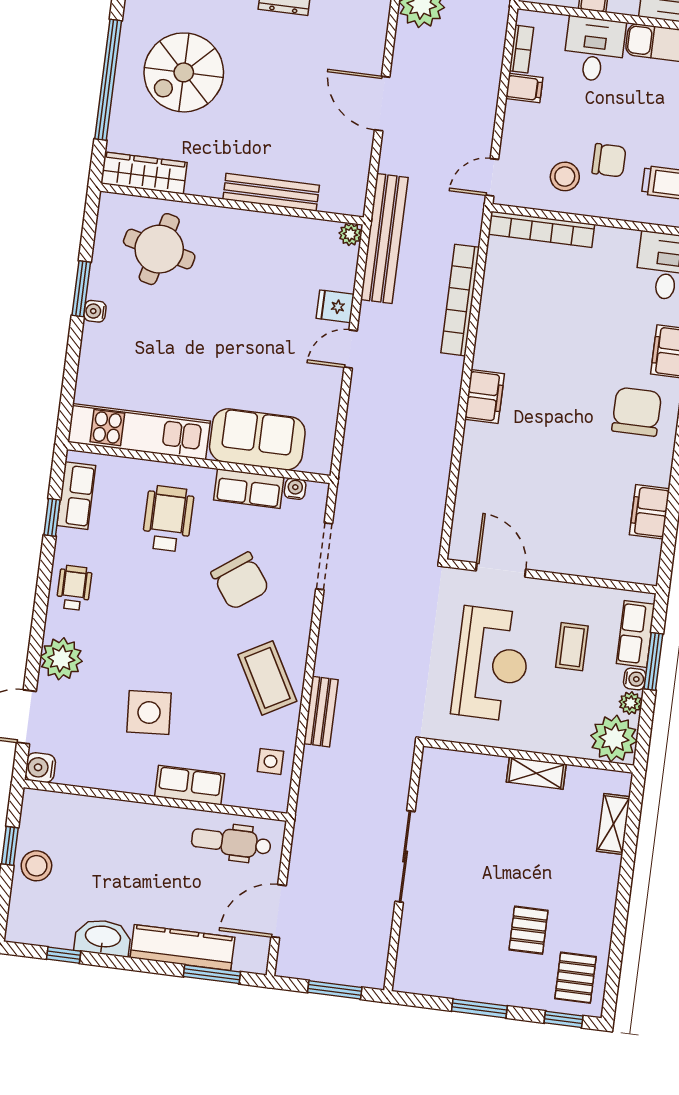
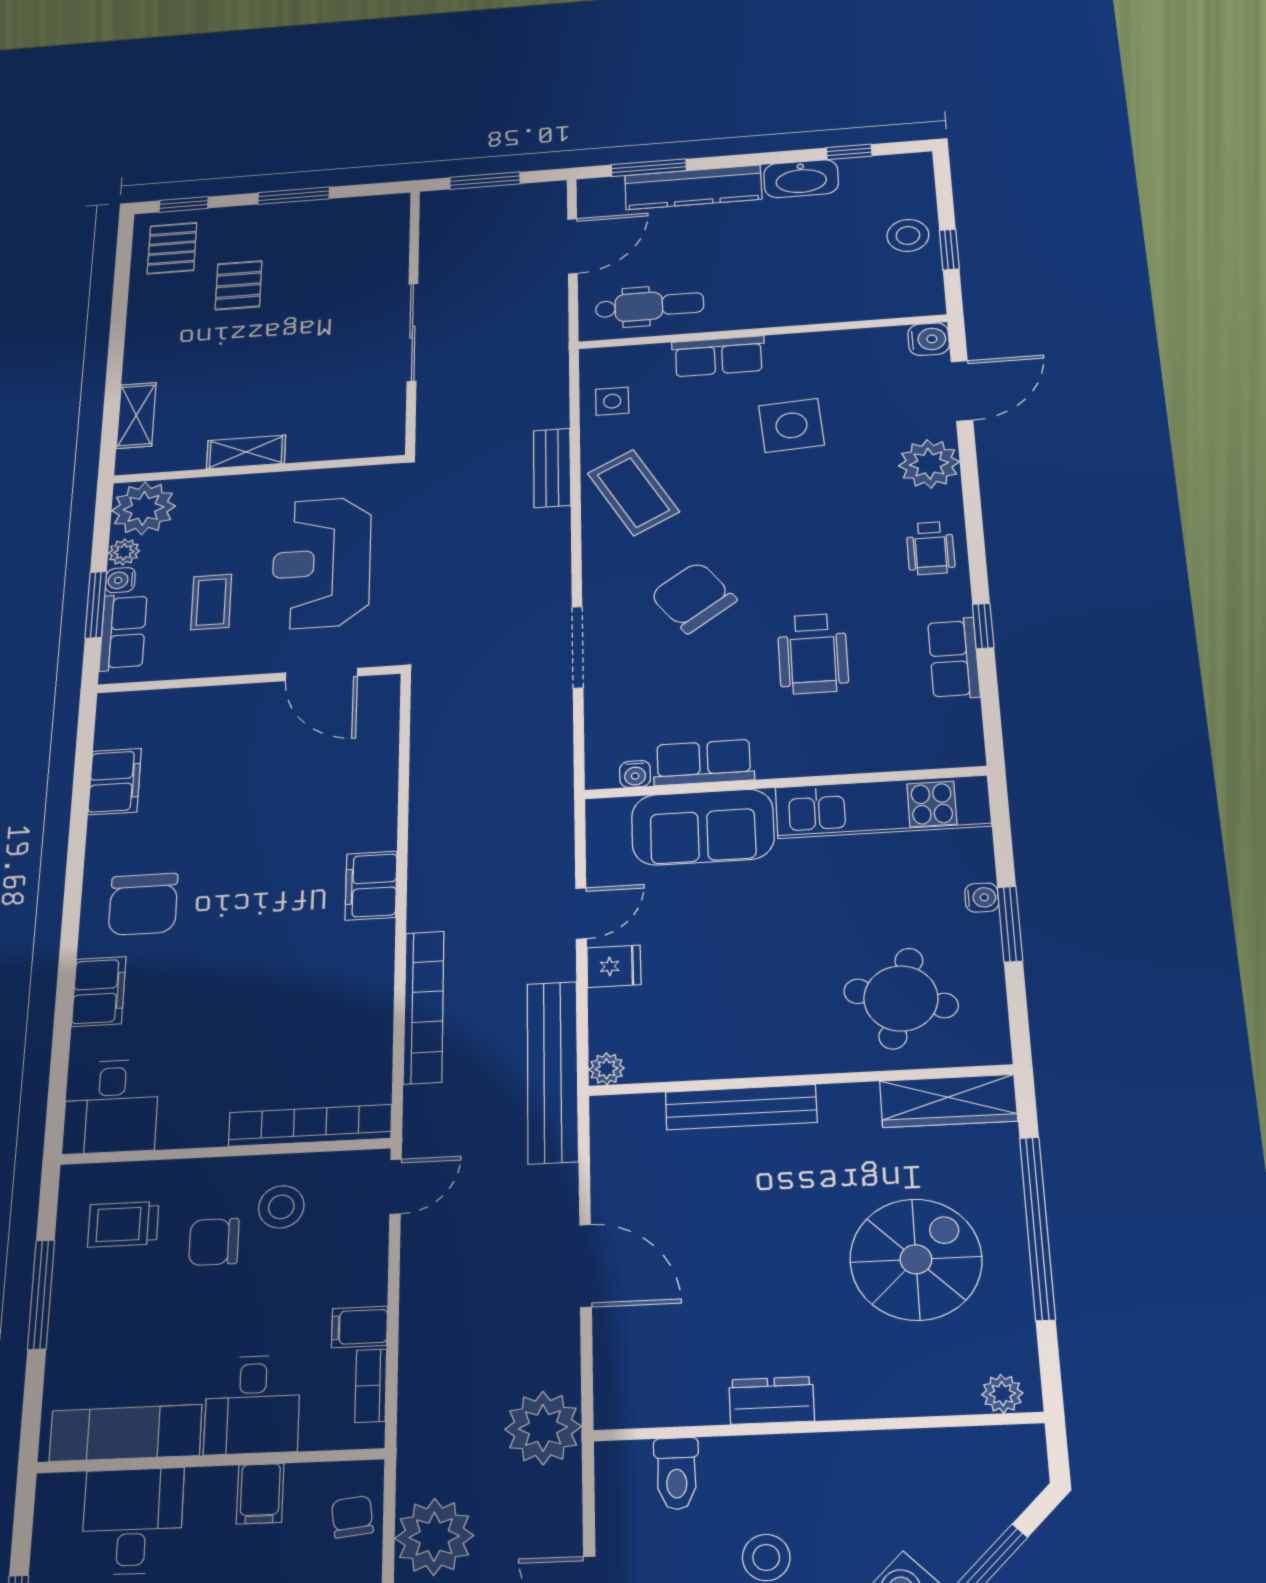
kitchen unit: (139, 432) -> (883, 807), moved
sofa: (257, 439) -> (703, 827), moved
wall: (199, 463) -> (785, 783), moved
row of seats: (249, 489) -> (704, 762), moved
water cooler: (295, 489) -> (635, 774), moved

